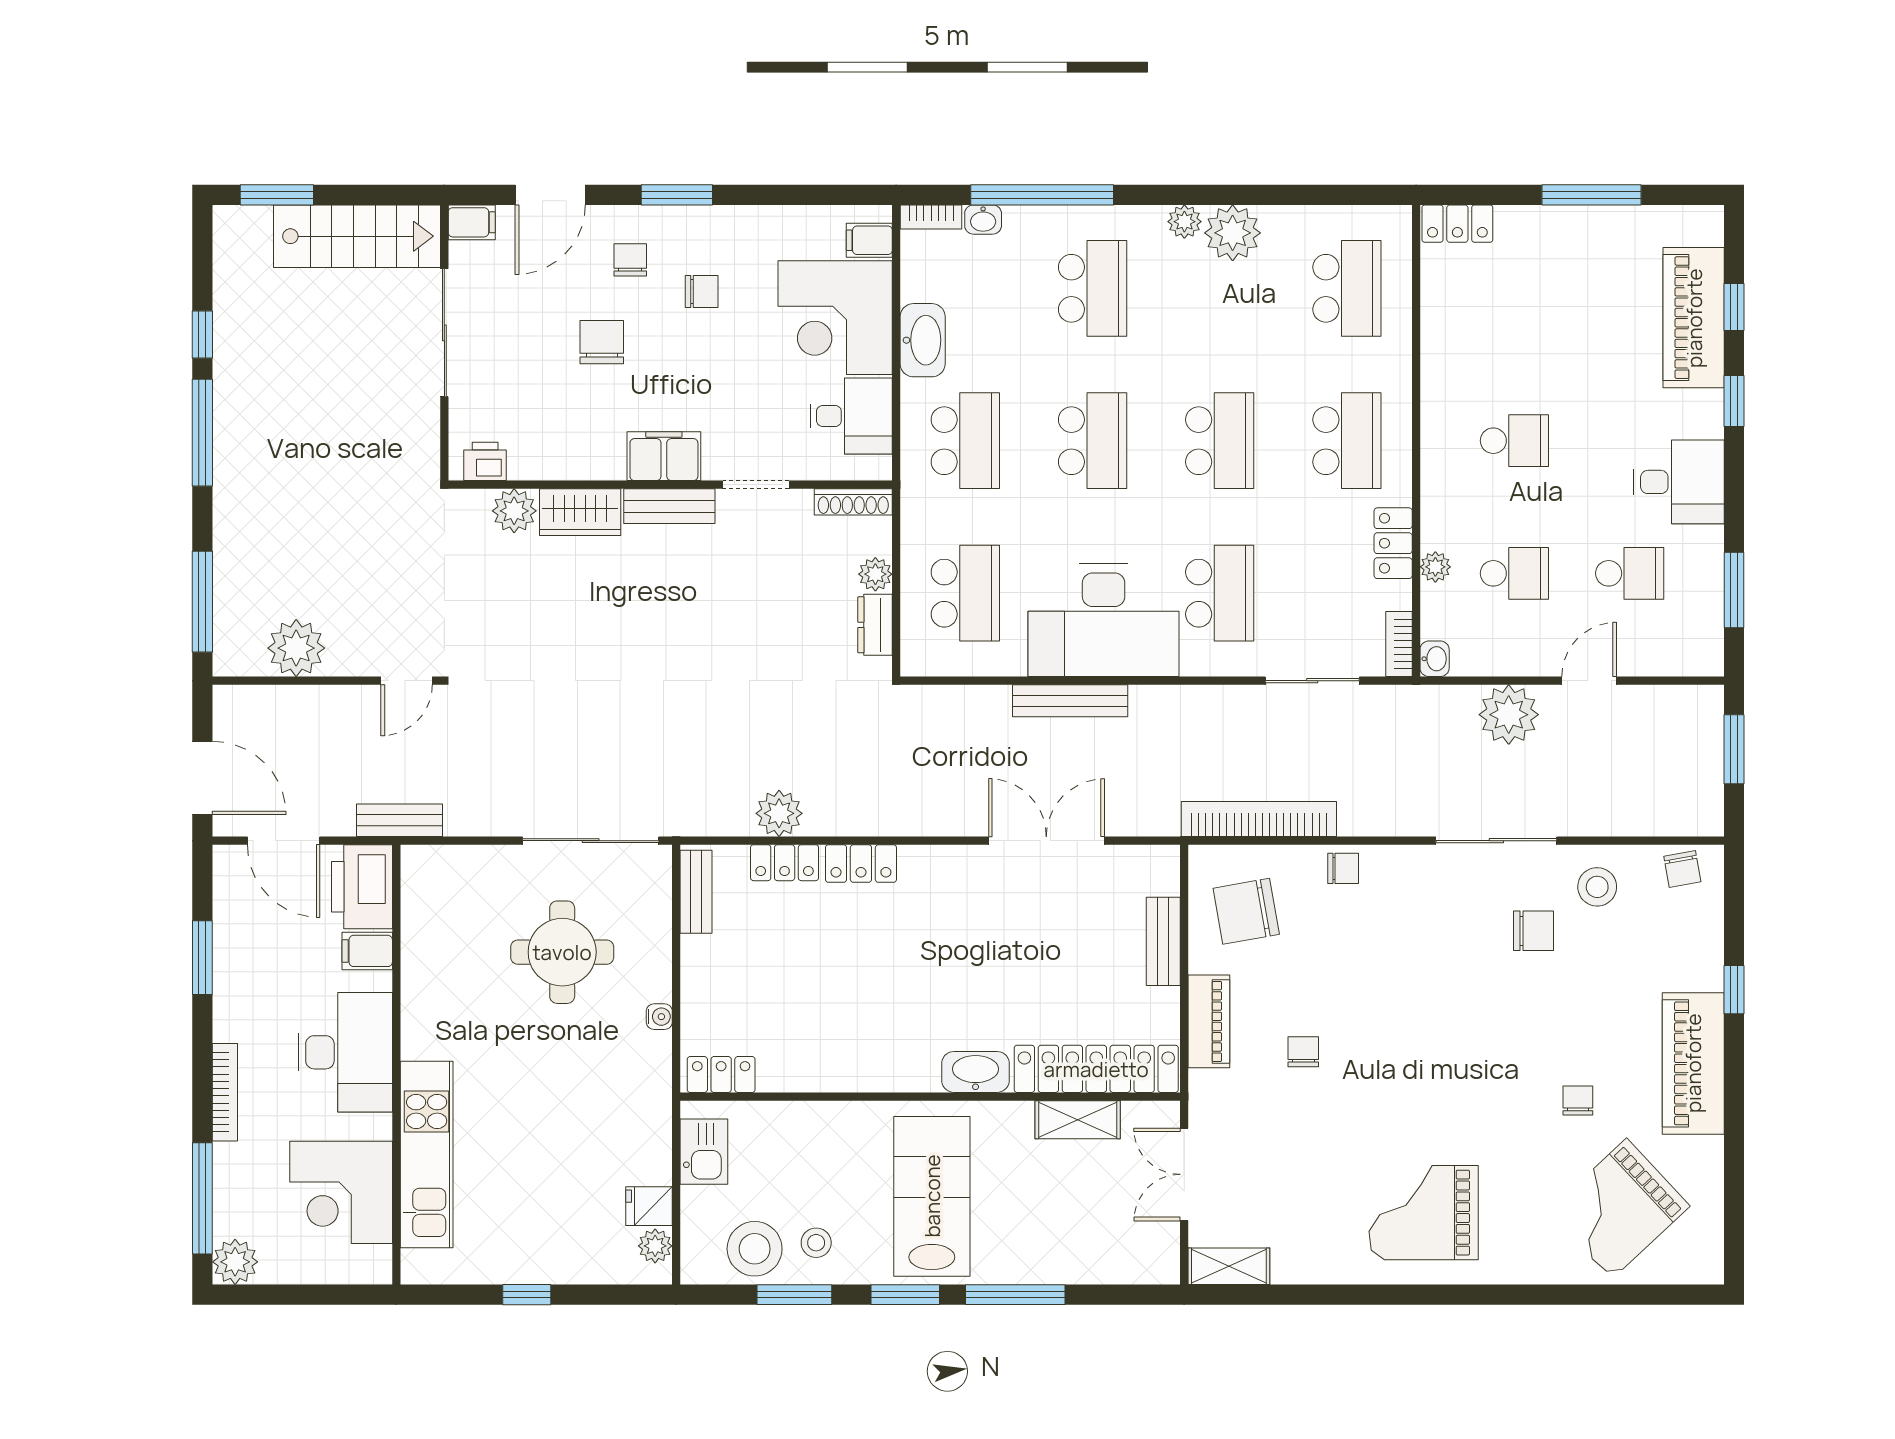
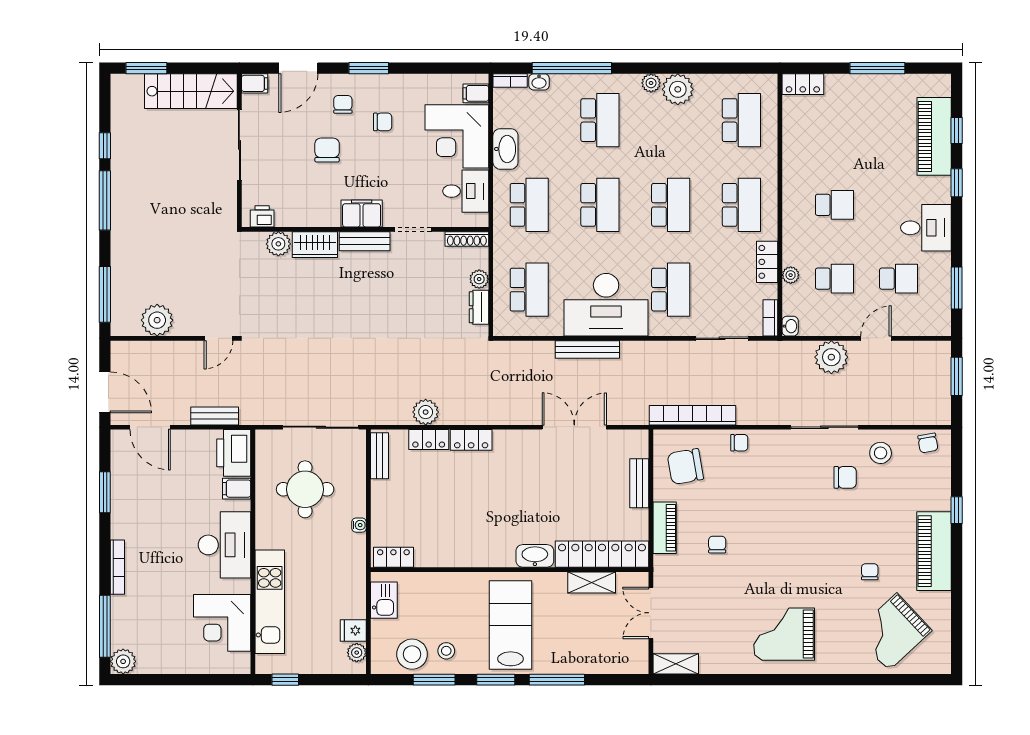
printer: (362, 887) -> (234, 453), moved
filing cabinet: (367, 951) -> (237, 489), moved
desk: (345, 1052) -> (224, 545), moved
wall: (396, 1065) -> (253, 552), moved
kitchen unit: (427, 1154) -> (270, 602), moved
corner desk: (341, 1192) -> (222, 623), moved

